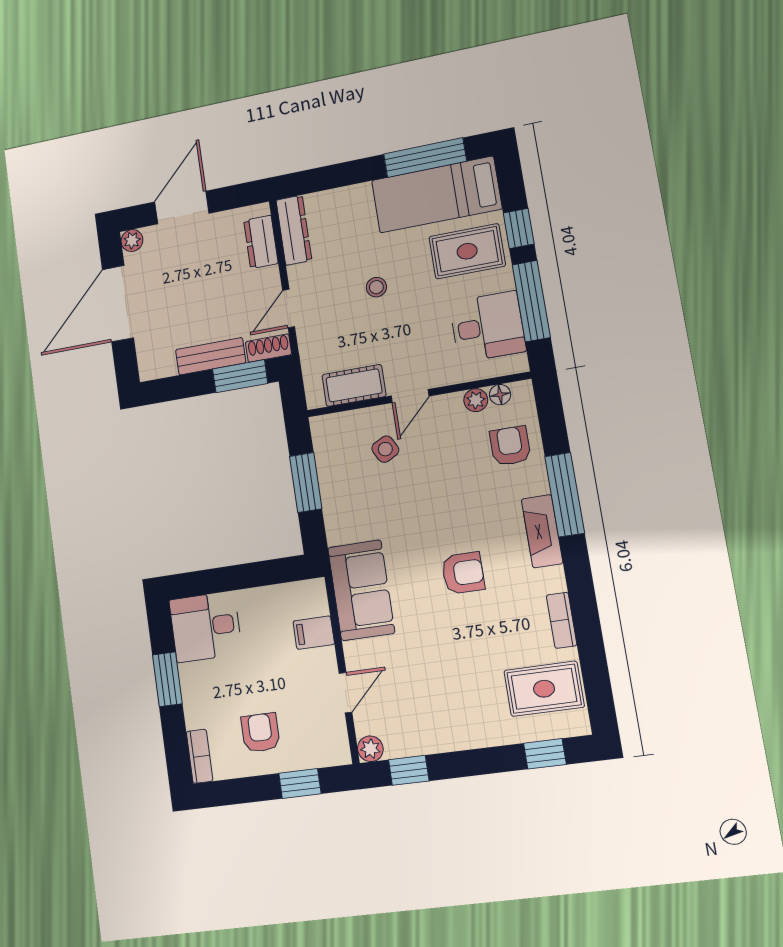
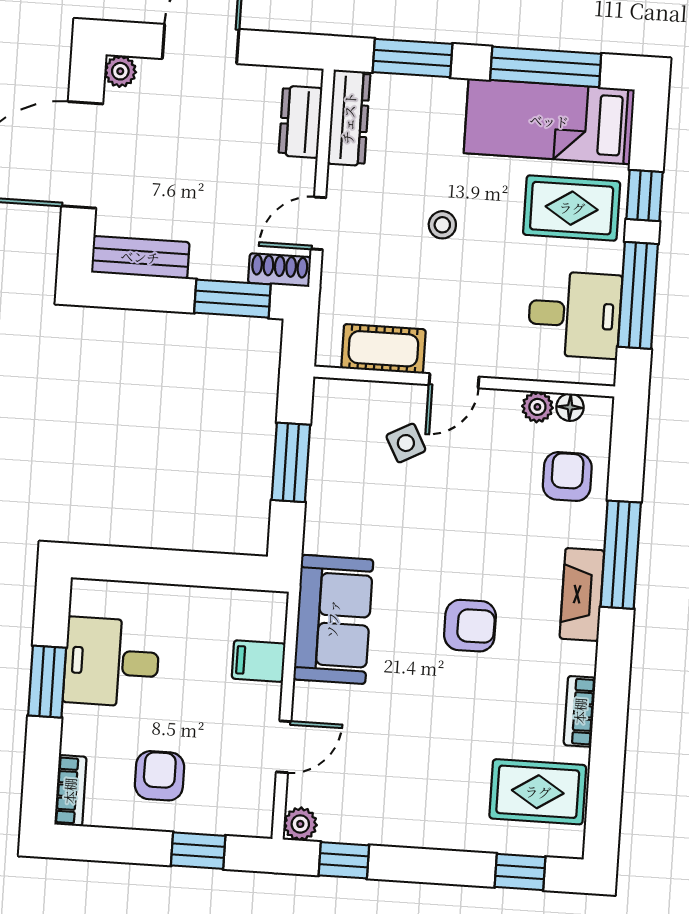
window: (329, 177) -> (412, 58), added
bench: (211, 356) -> (140, 257), moved
desk: (206, 627) -> (112, 662), moved

